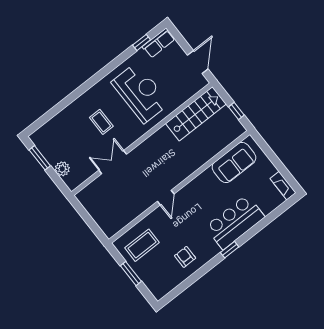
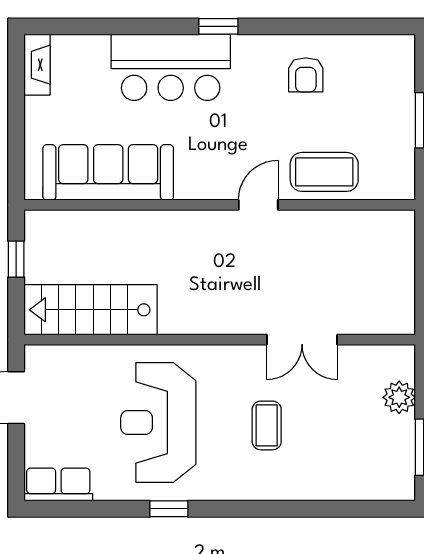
window: (142, 42) -> (169, 509), moved
sofa: (234, 162) -> (108, 172), width x1.36
coffee table: (142, 245) -> (324, 172), moved

